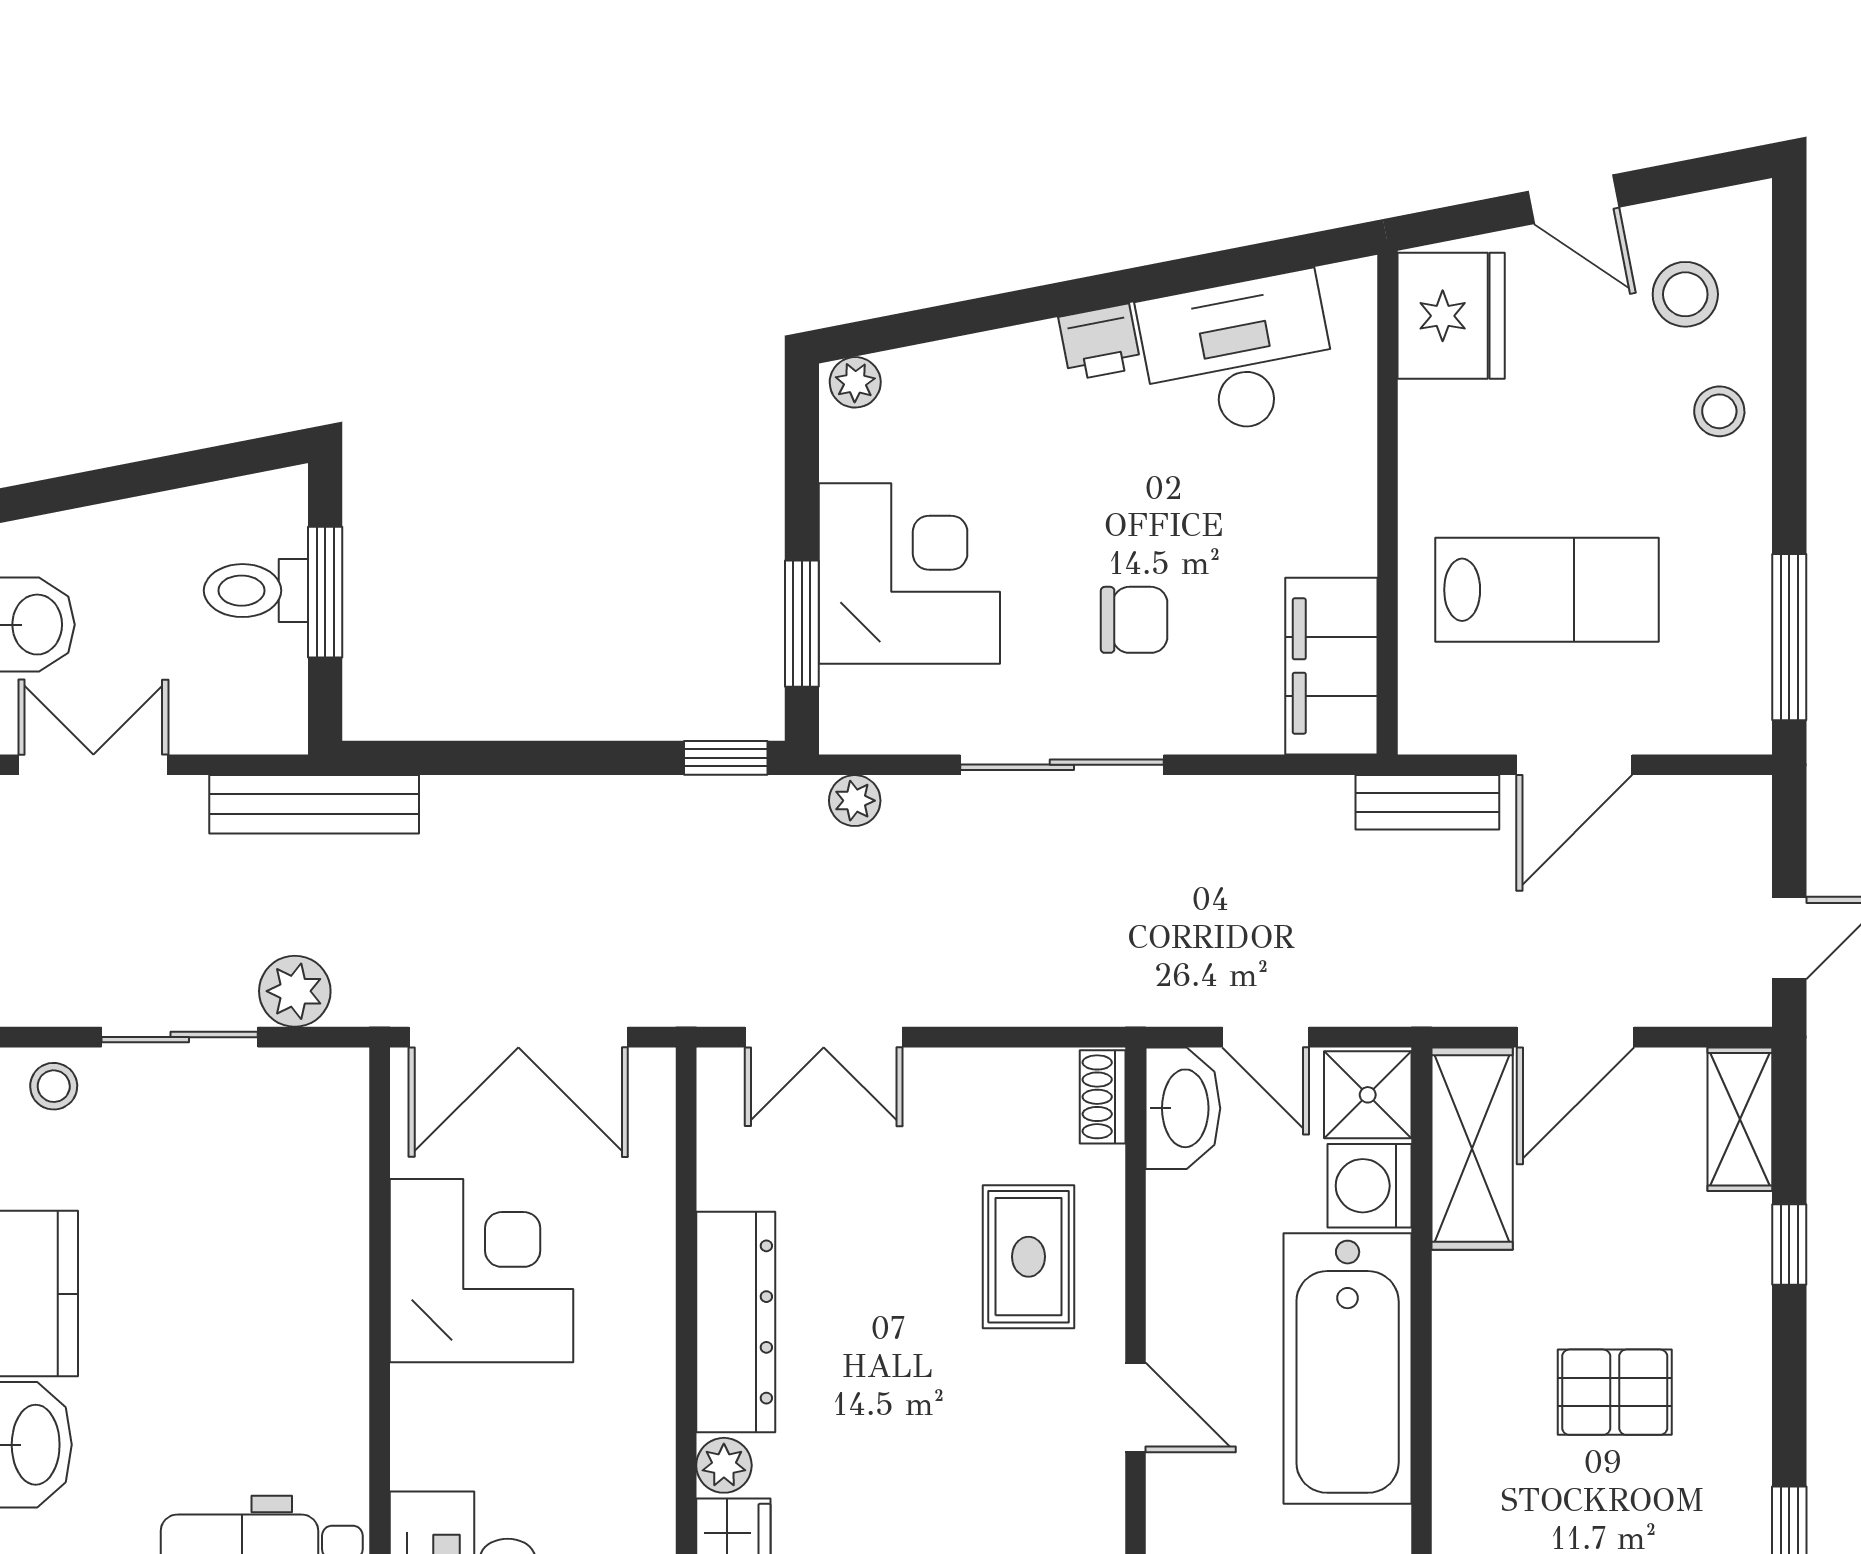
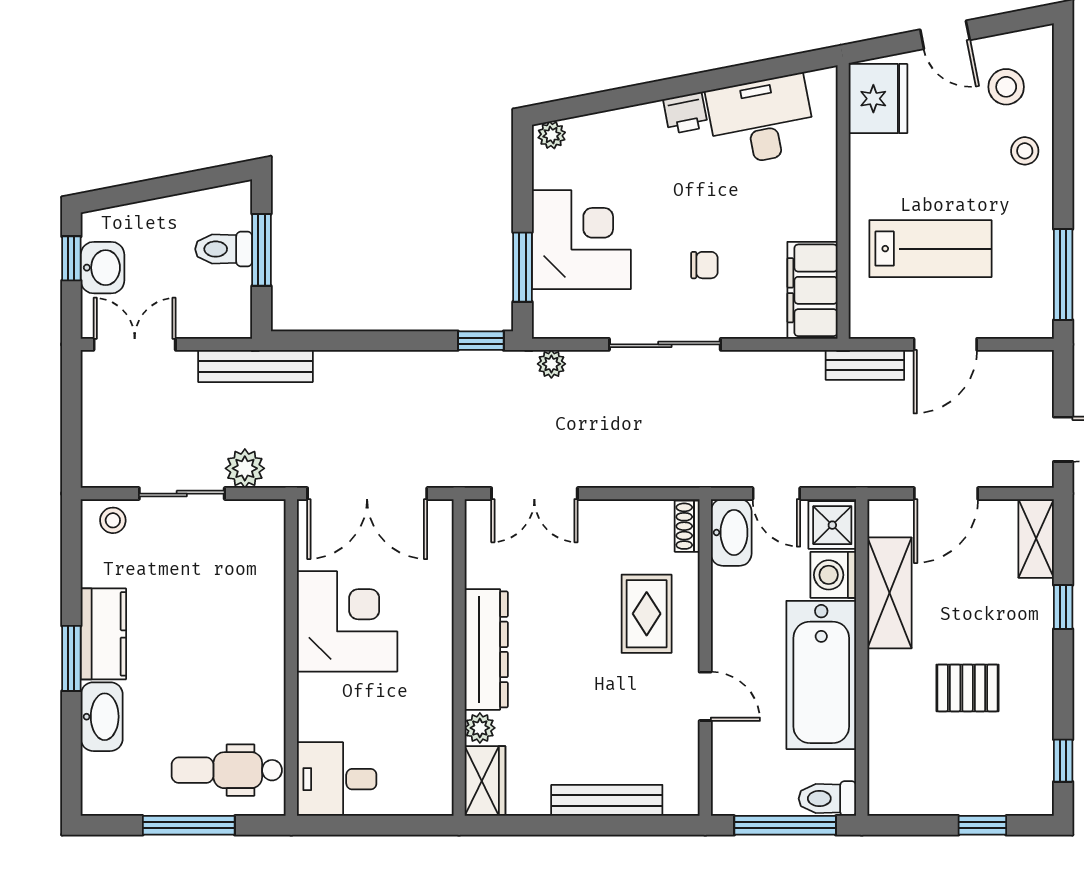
chair: (1134, 620) -> (704, 265), width x0.73, depth x0.73
shelving: (1472, 1149) -> (890, 593), moved

